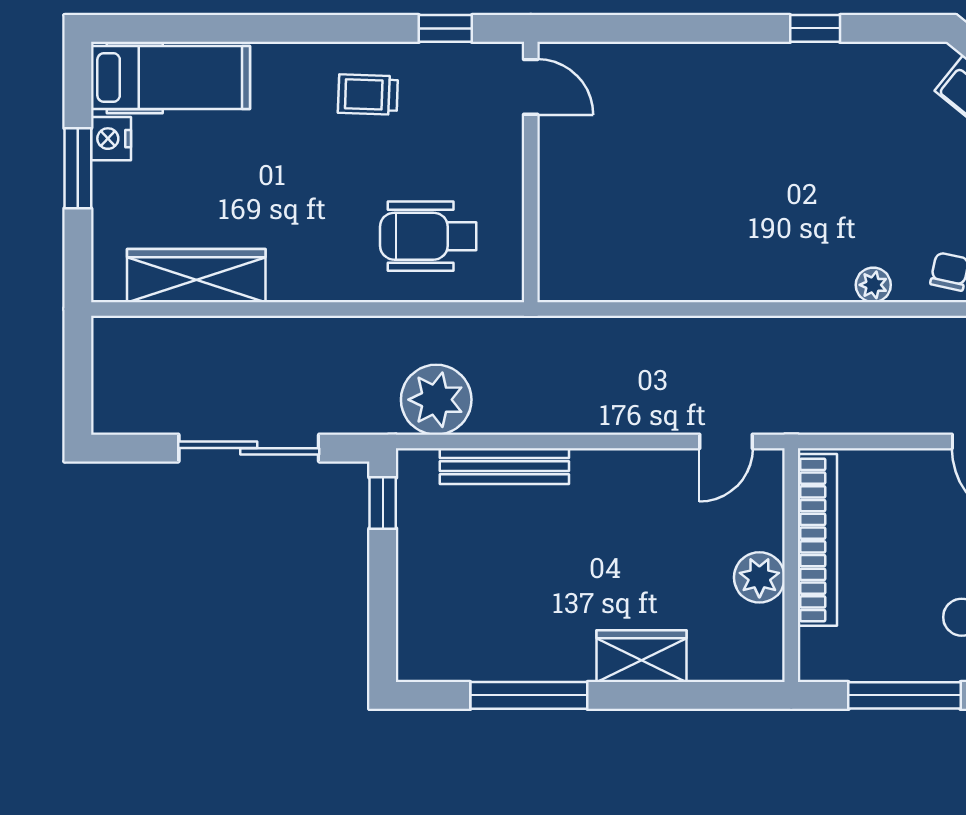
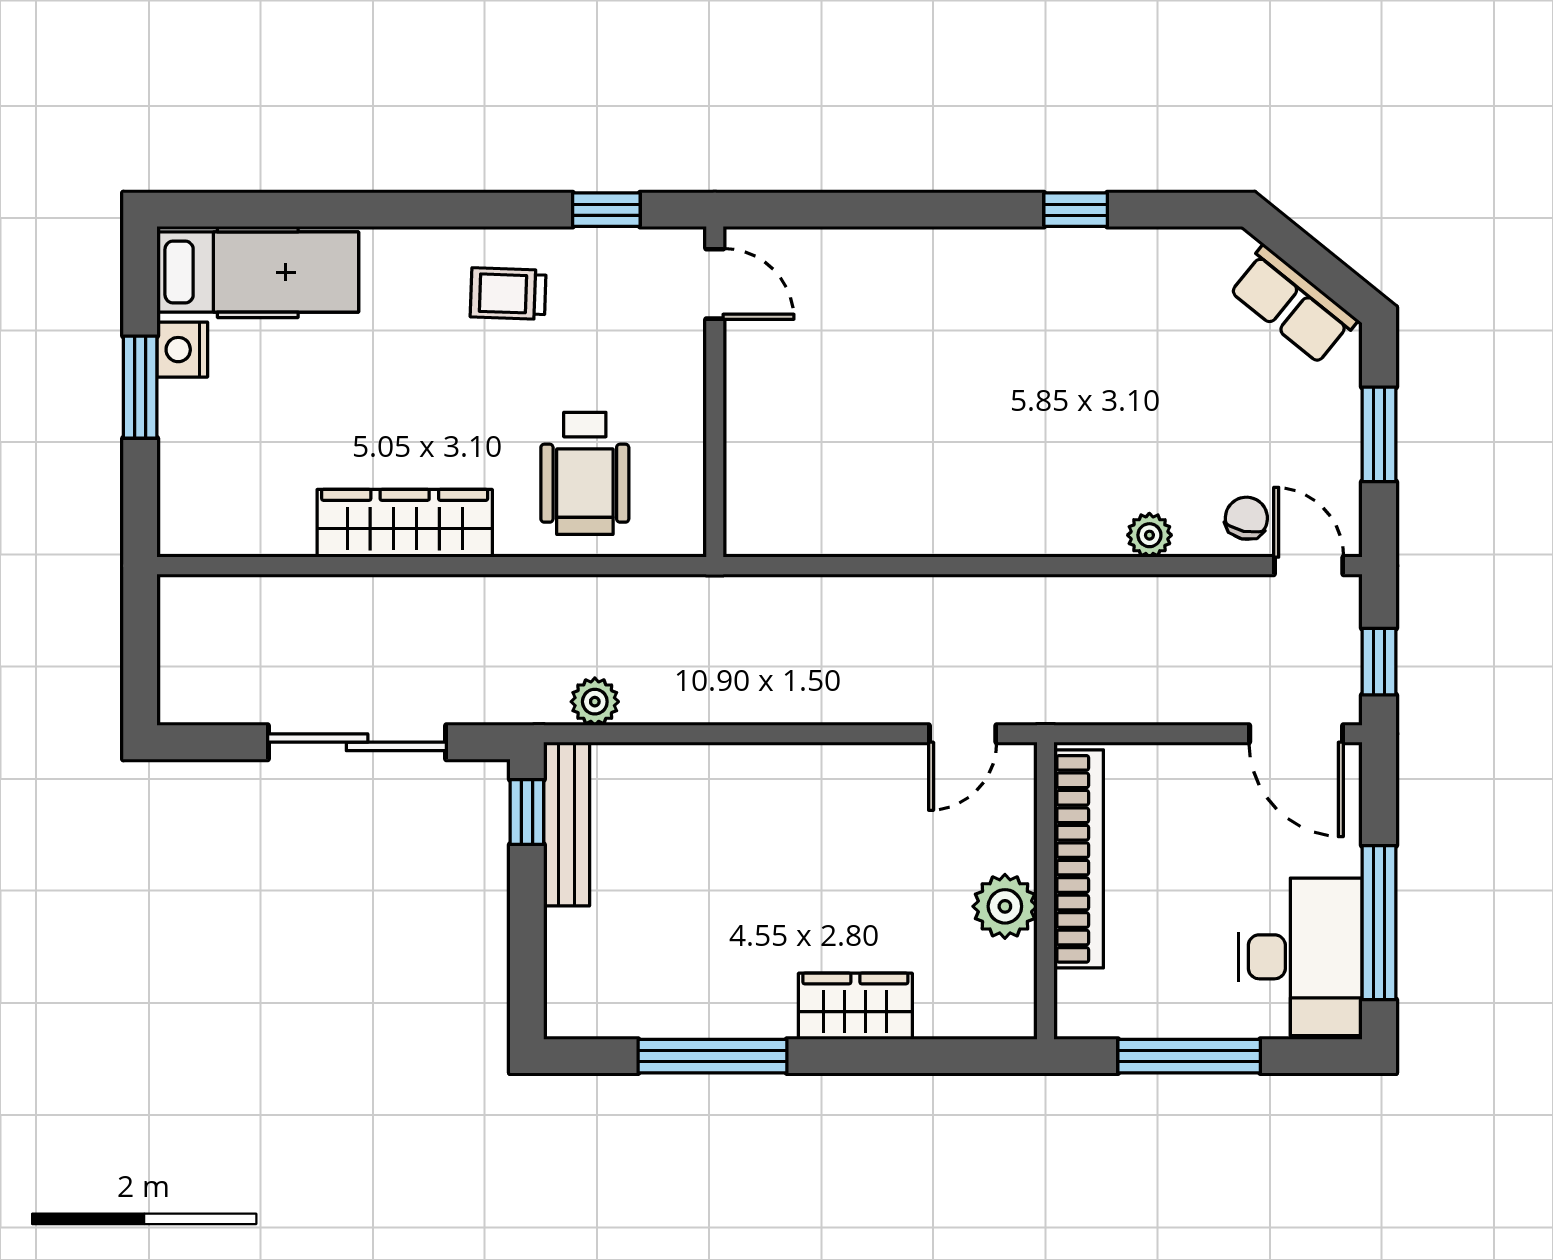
wheelchair: (428, 236) -> (585, 473), turned -90
wardrobe: (196, 276) -> (405, 523), moved
plant: (436, 400) -> (595, 702), width x0.53, depth x0.53
bench: (504, 466) -> (567, 824), moved, turned 90

